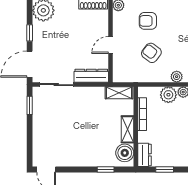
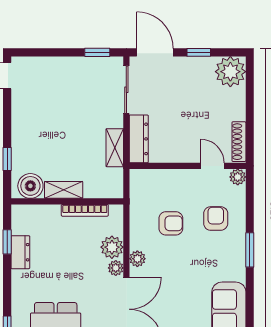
door: (110, 45) -> (212, 166), moved
armchair: (151, 53) -> (171, 223), turned 53
shelving: (119, 93) -> (115, 148), moved
dresser: (144, 155) -> (20, 252), moved, turned -90

